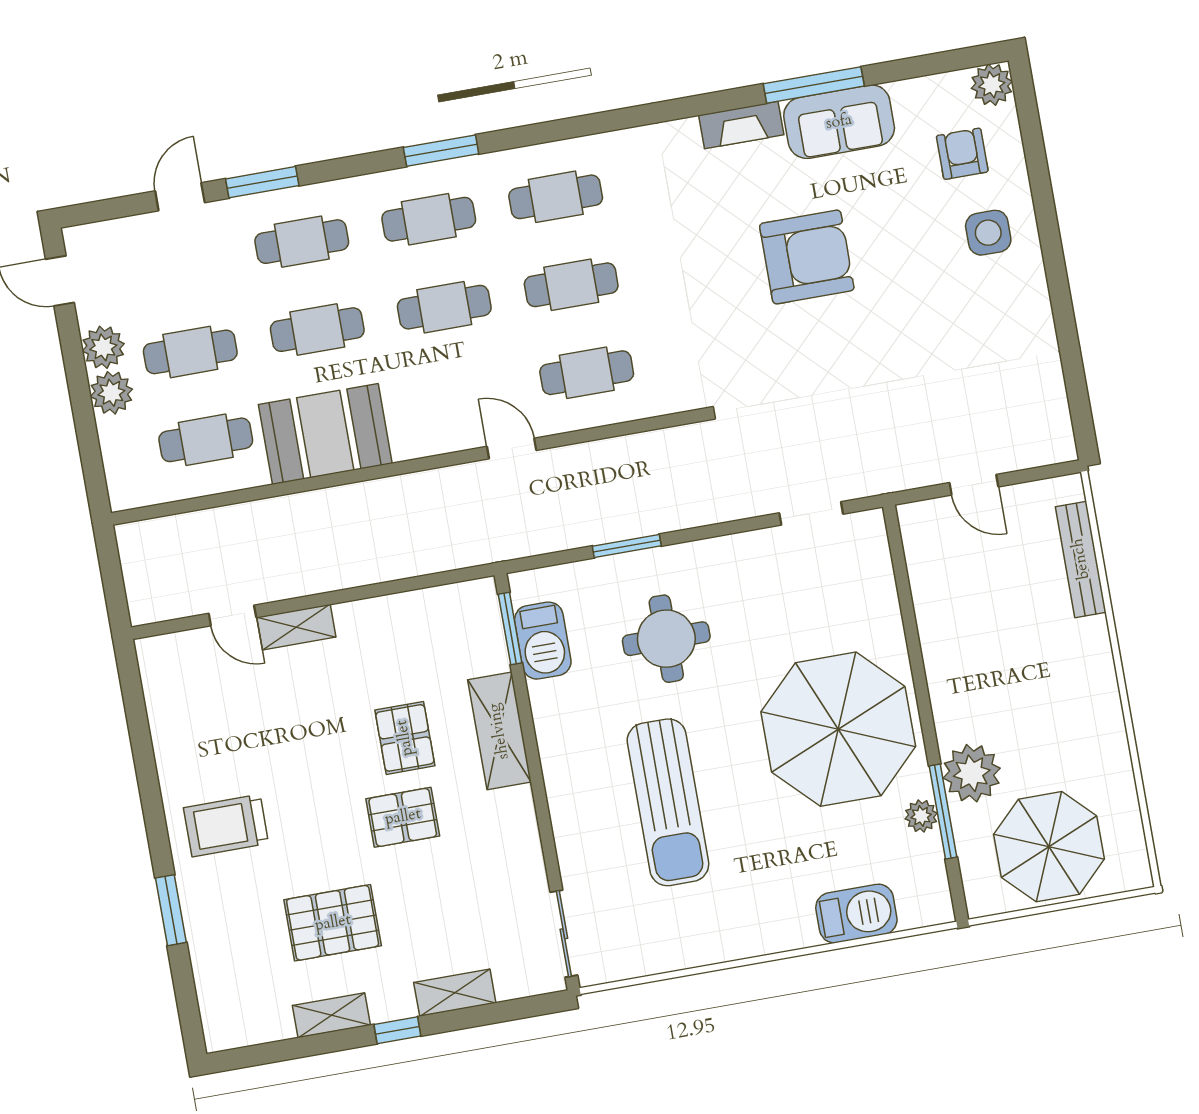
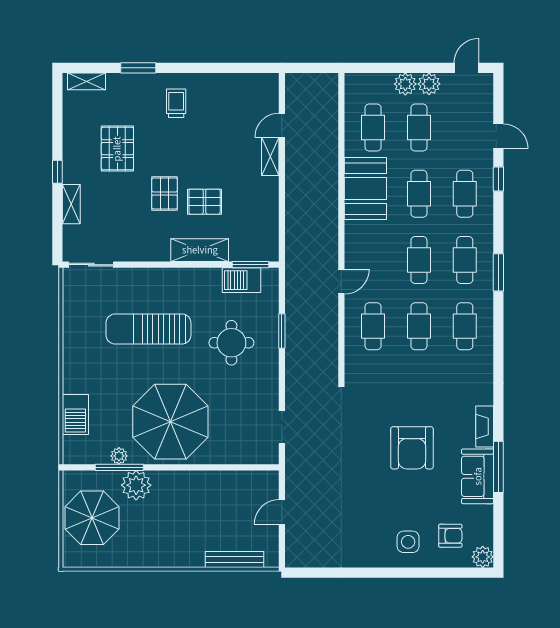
window: (262, 182) -> (498, 179), width x0.67
trolley: (226, 826) -> (176, 103), width x0.73, depth x0.72
shelving: (331, 1015) -> (86, 81), moved, turned 90

